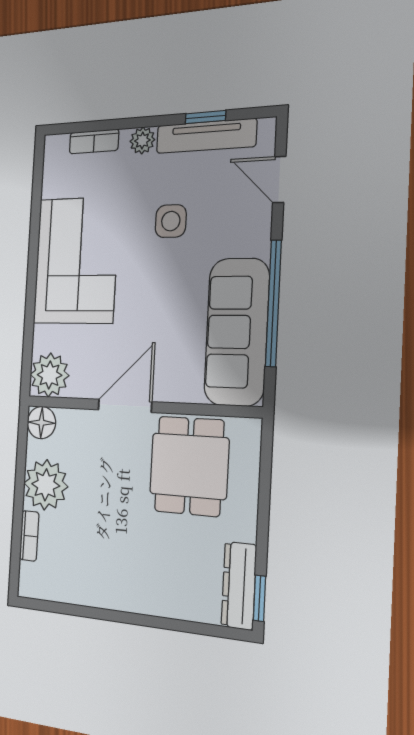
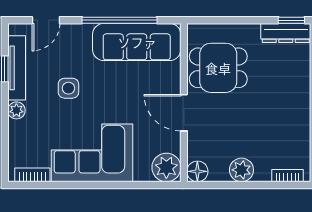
bookcase: (94, 141) -> (32, 175), moved, turned -90
plant: (46, 485) -> (241, 170), width x0.73, depth x0.73
bookcase: (29, 536) -> (288, 176), moved

